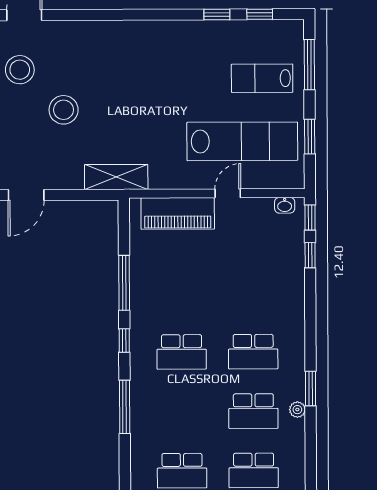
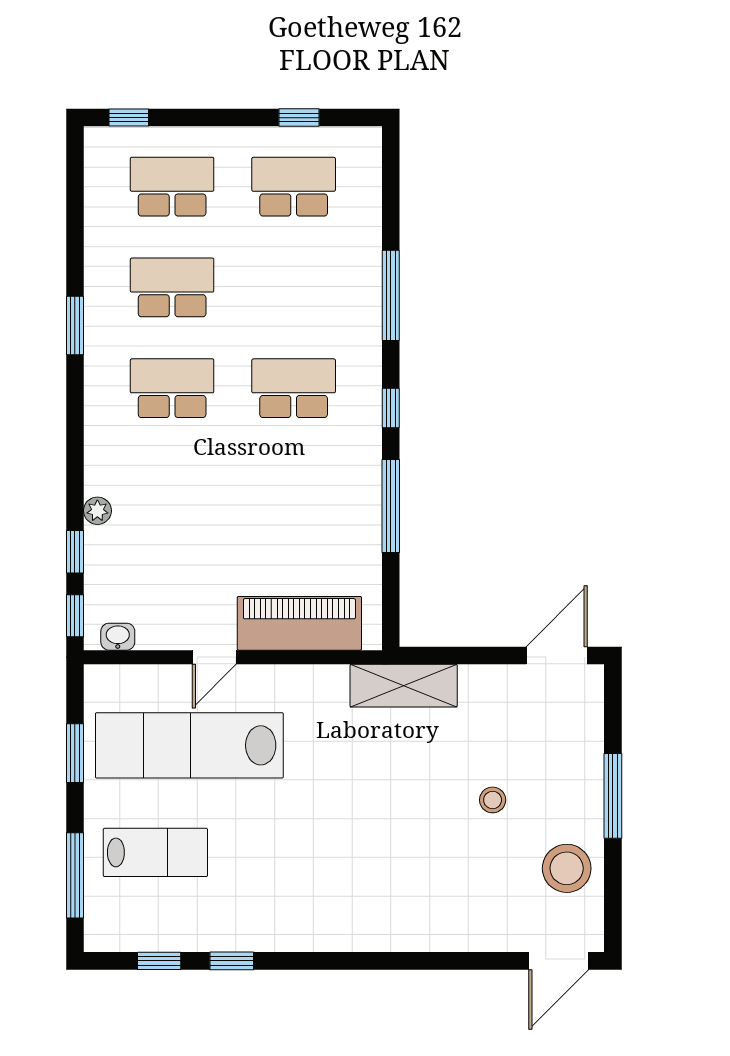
stool: (64, 110) -> (493, 800), width x0.53, depth x0.53
plant: (297, 410) -> (97, 511), moved

